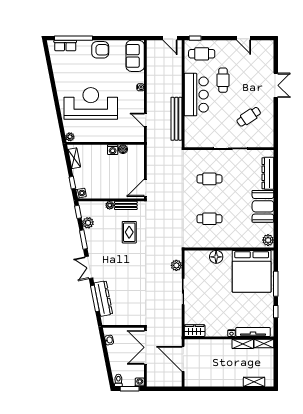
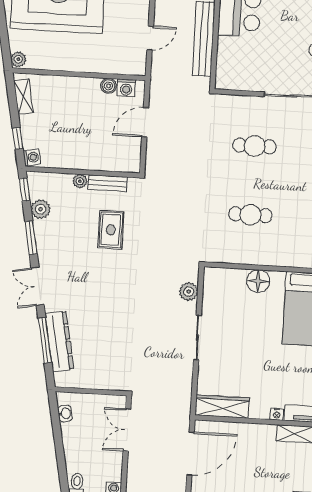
door: (145, 120) -> (150, 38), swing flipped
washing machine: (113, 150) -> (126, 88), moved
door: (145, 188) -> (145, 122), moved
wardrobe: (195, 331) -> (222, 407), width x1.50
double door: (145, 347) -> (127, 430), width x0.73
door: (183, 359) -> (191, 454), swing flipped

